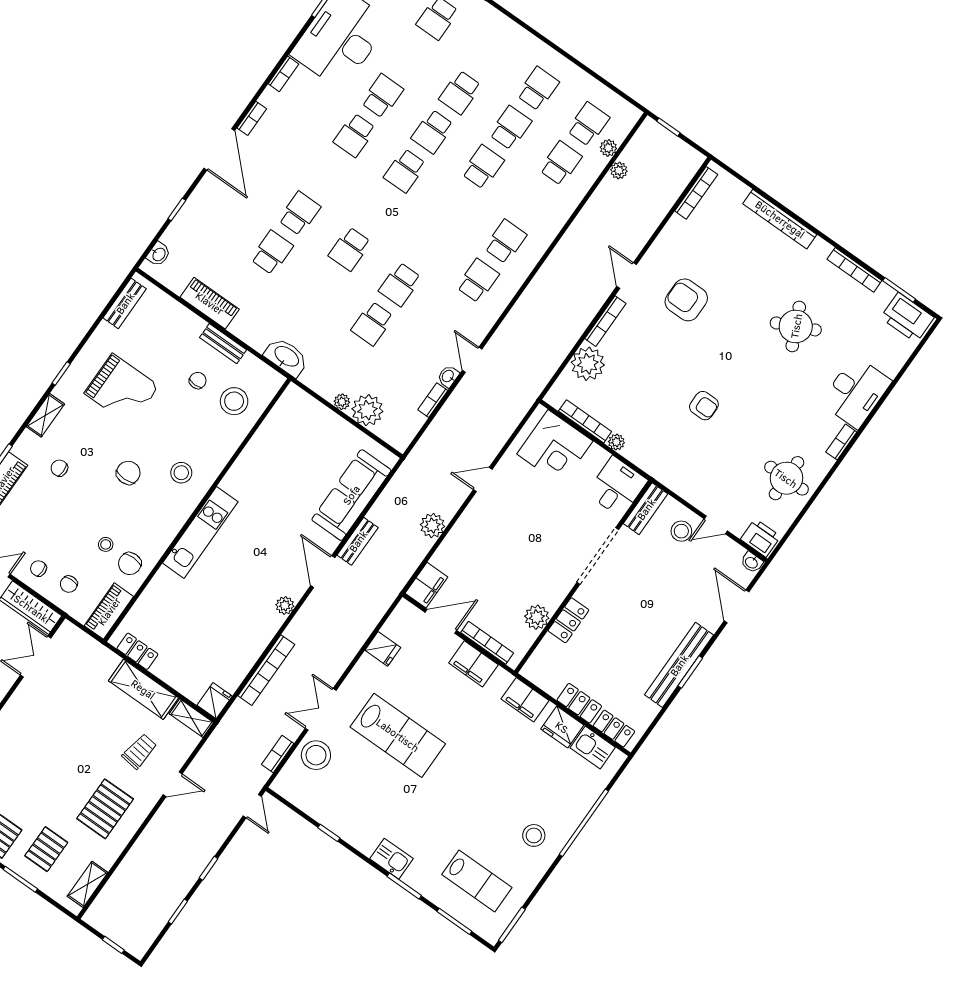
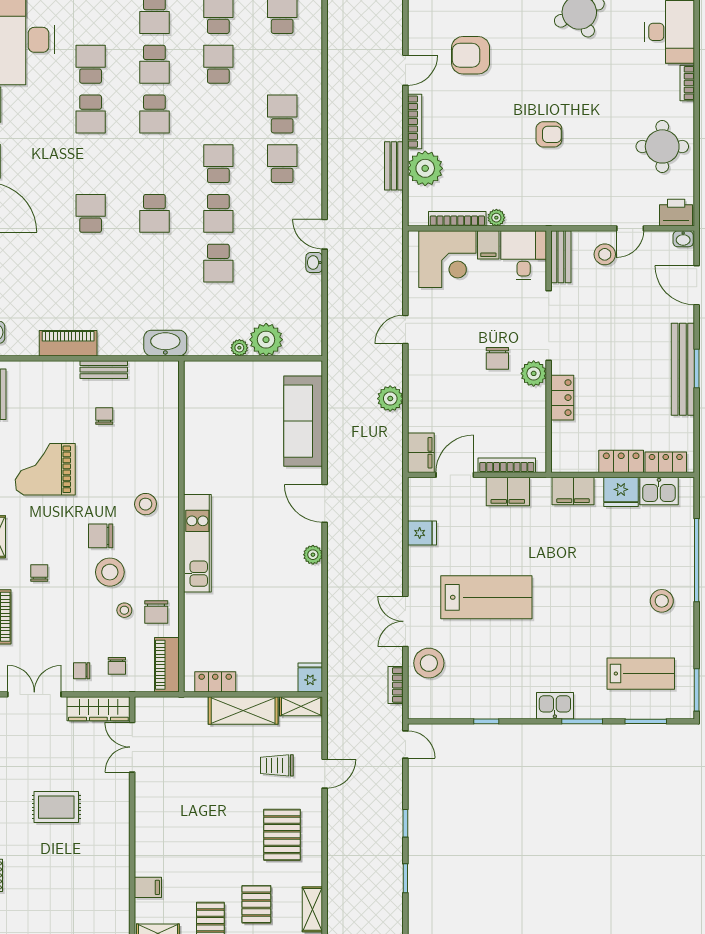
school desk: (272, 253) -> (218, 164), moved
door: (627, 276) -> (405, 70), swing flipped
grand piano: (122, 390) -> (45, 469), turned 180
bookcase: (433, 400) -> (315, 292), removed
stool: (234, 401) -> (110, 572), moved
filing cabinet: (595, 459) -> (488, 245), added
chair: (59, 468) -> (39, 573), turned 90
chair: (128, 473) -> (101, 536), turned -90
bench: (358, 541) -> (394, 166), moved
chair: (539, 553) -> (497, 358), added
plant: (537, 617) -> (534, 373), moved
bookcase: (266, 670) -> (336, 621), removed
trolley: (140, 751) -> (277, 765), turned -97

